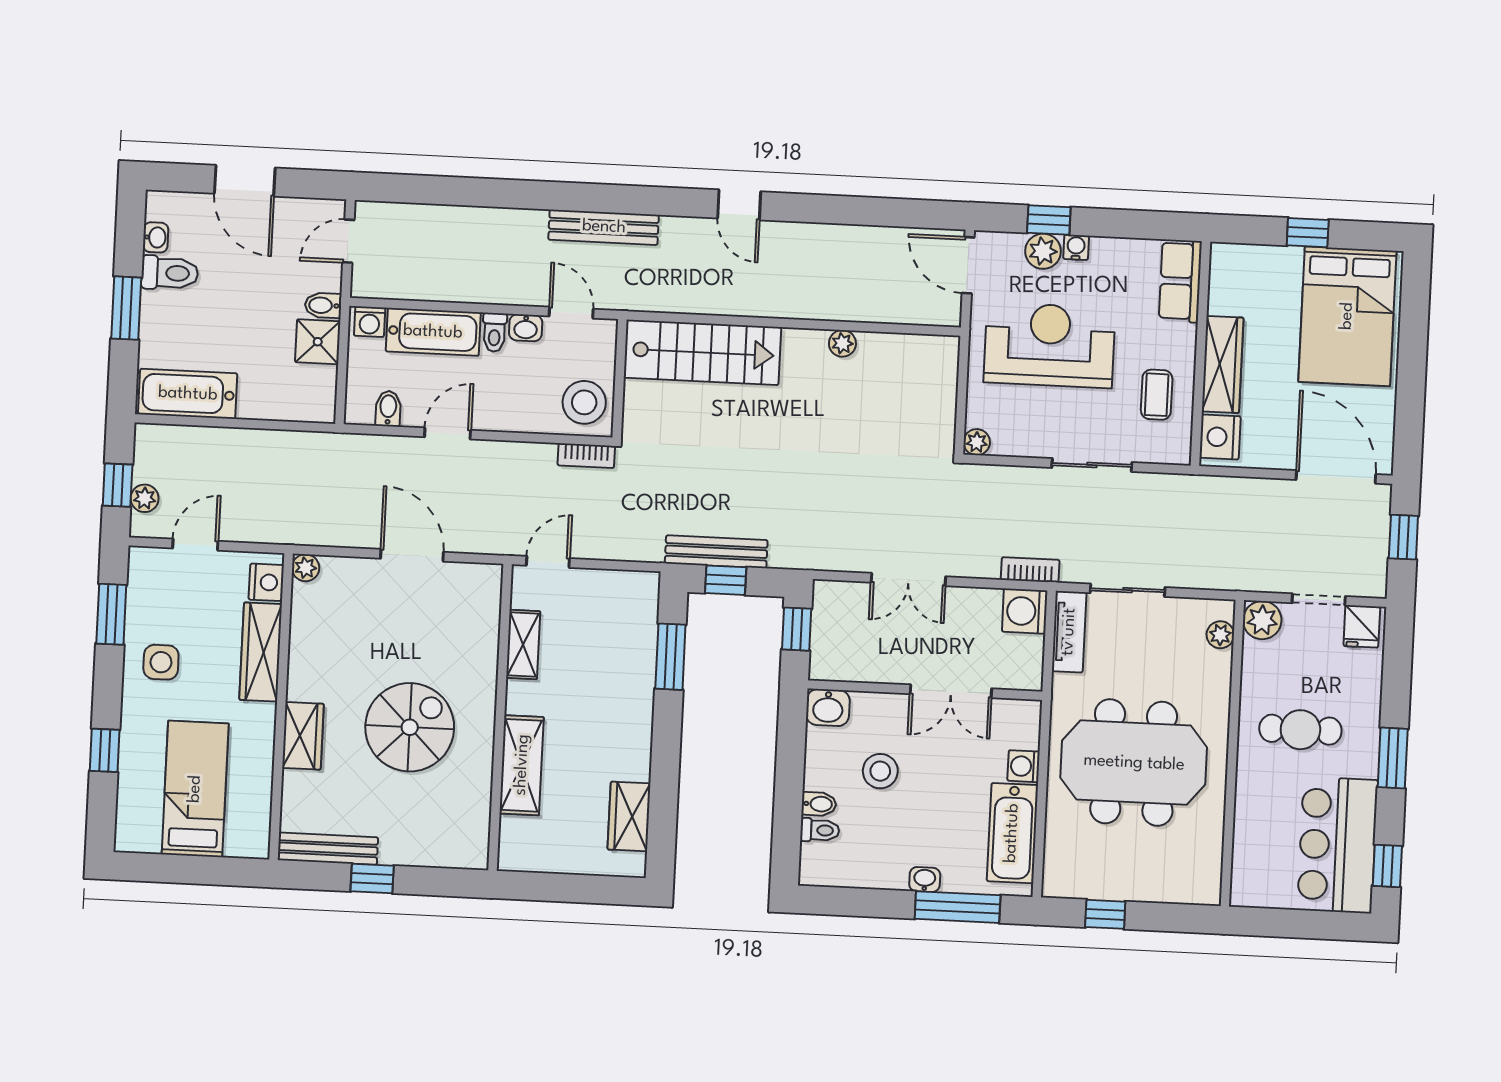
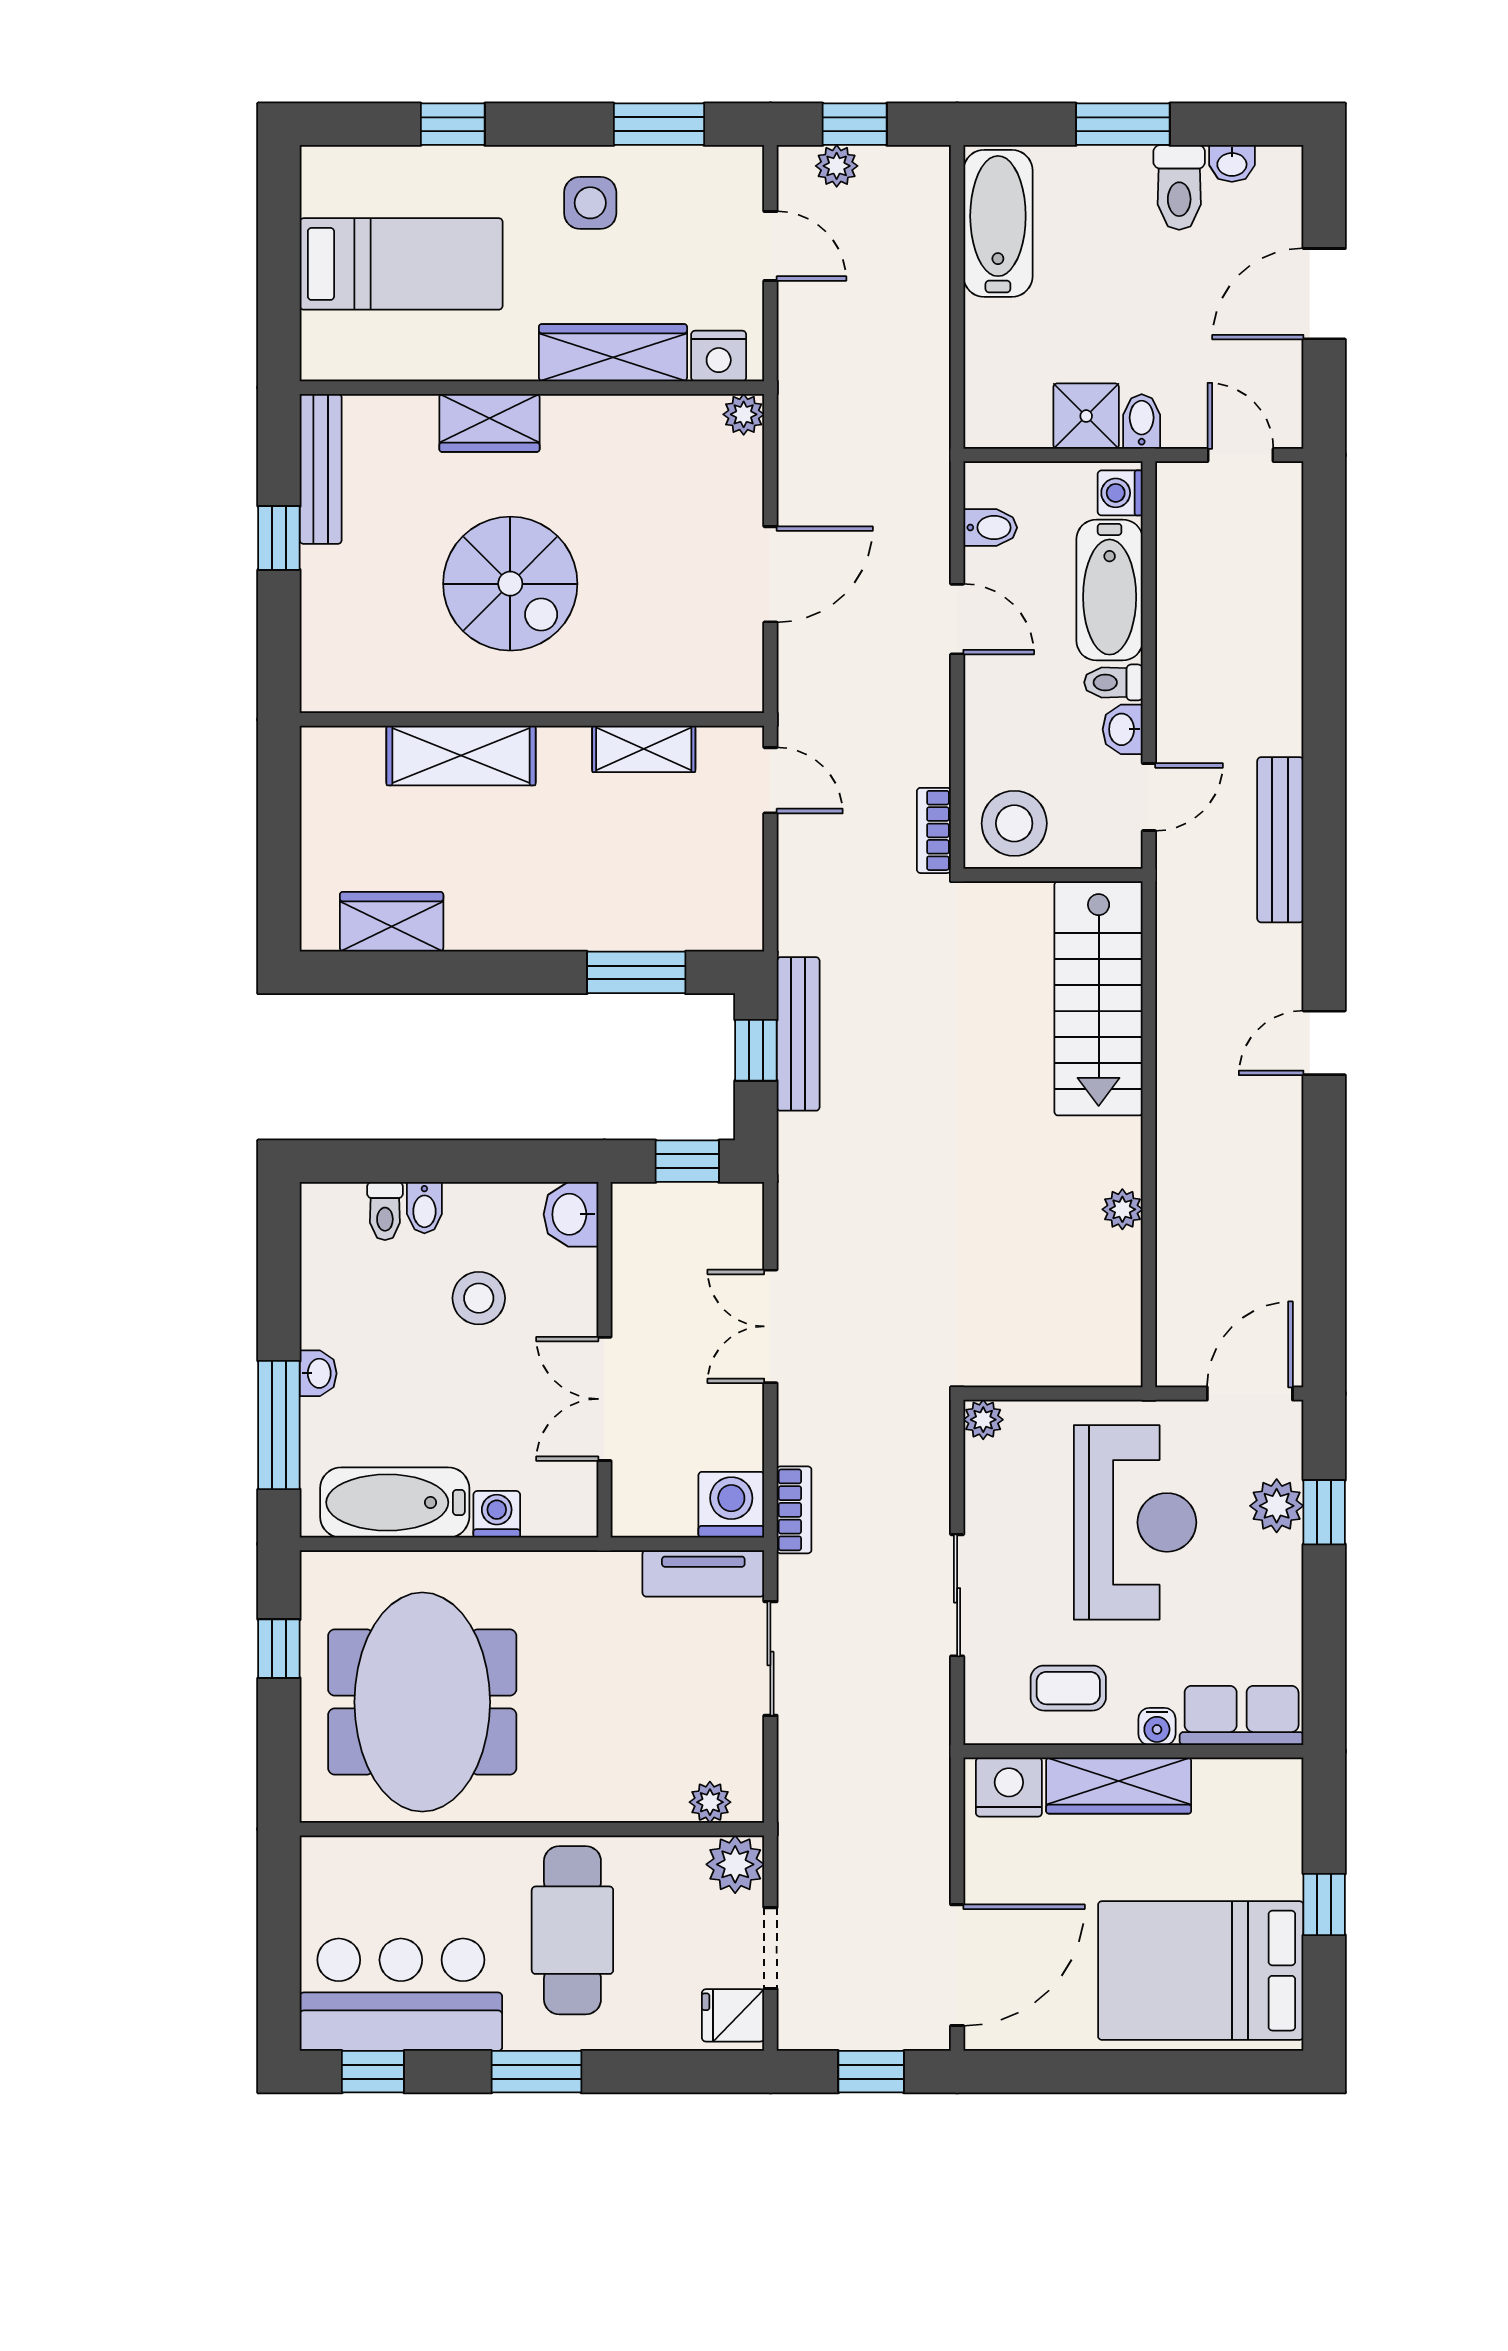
water cooler: (1076, 247) -> (1157, 1726), moved, turned 90
cafe table: (1300, 730) -> (572, 1930), width x1.37, depth x1.35
meeting table: (1134, 763) -> (422, 1702), moved

